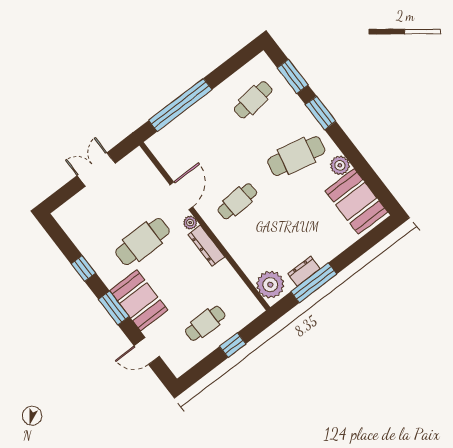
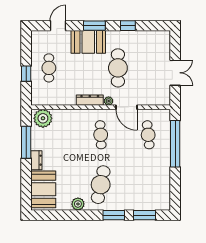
cafe table: (253, 100) -> (148, 135), moved
booth: (356, 201) -> (43, 189), moved, turned 90
dresser: (304, 271) -> (36, 160), moved

